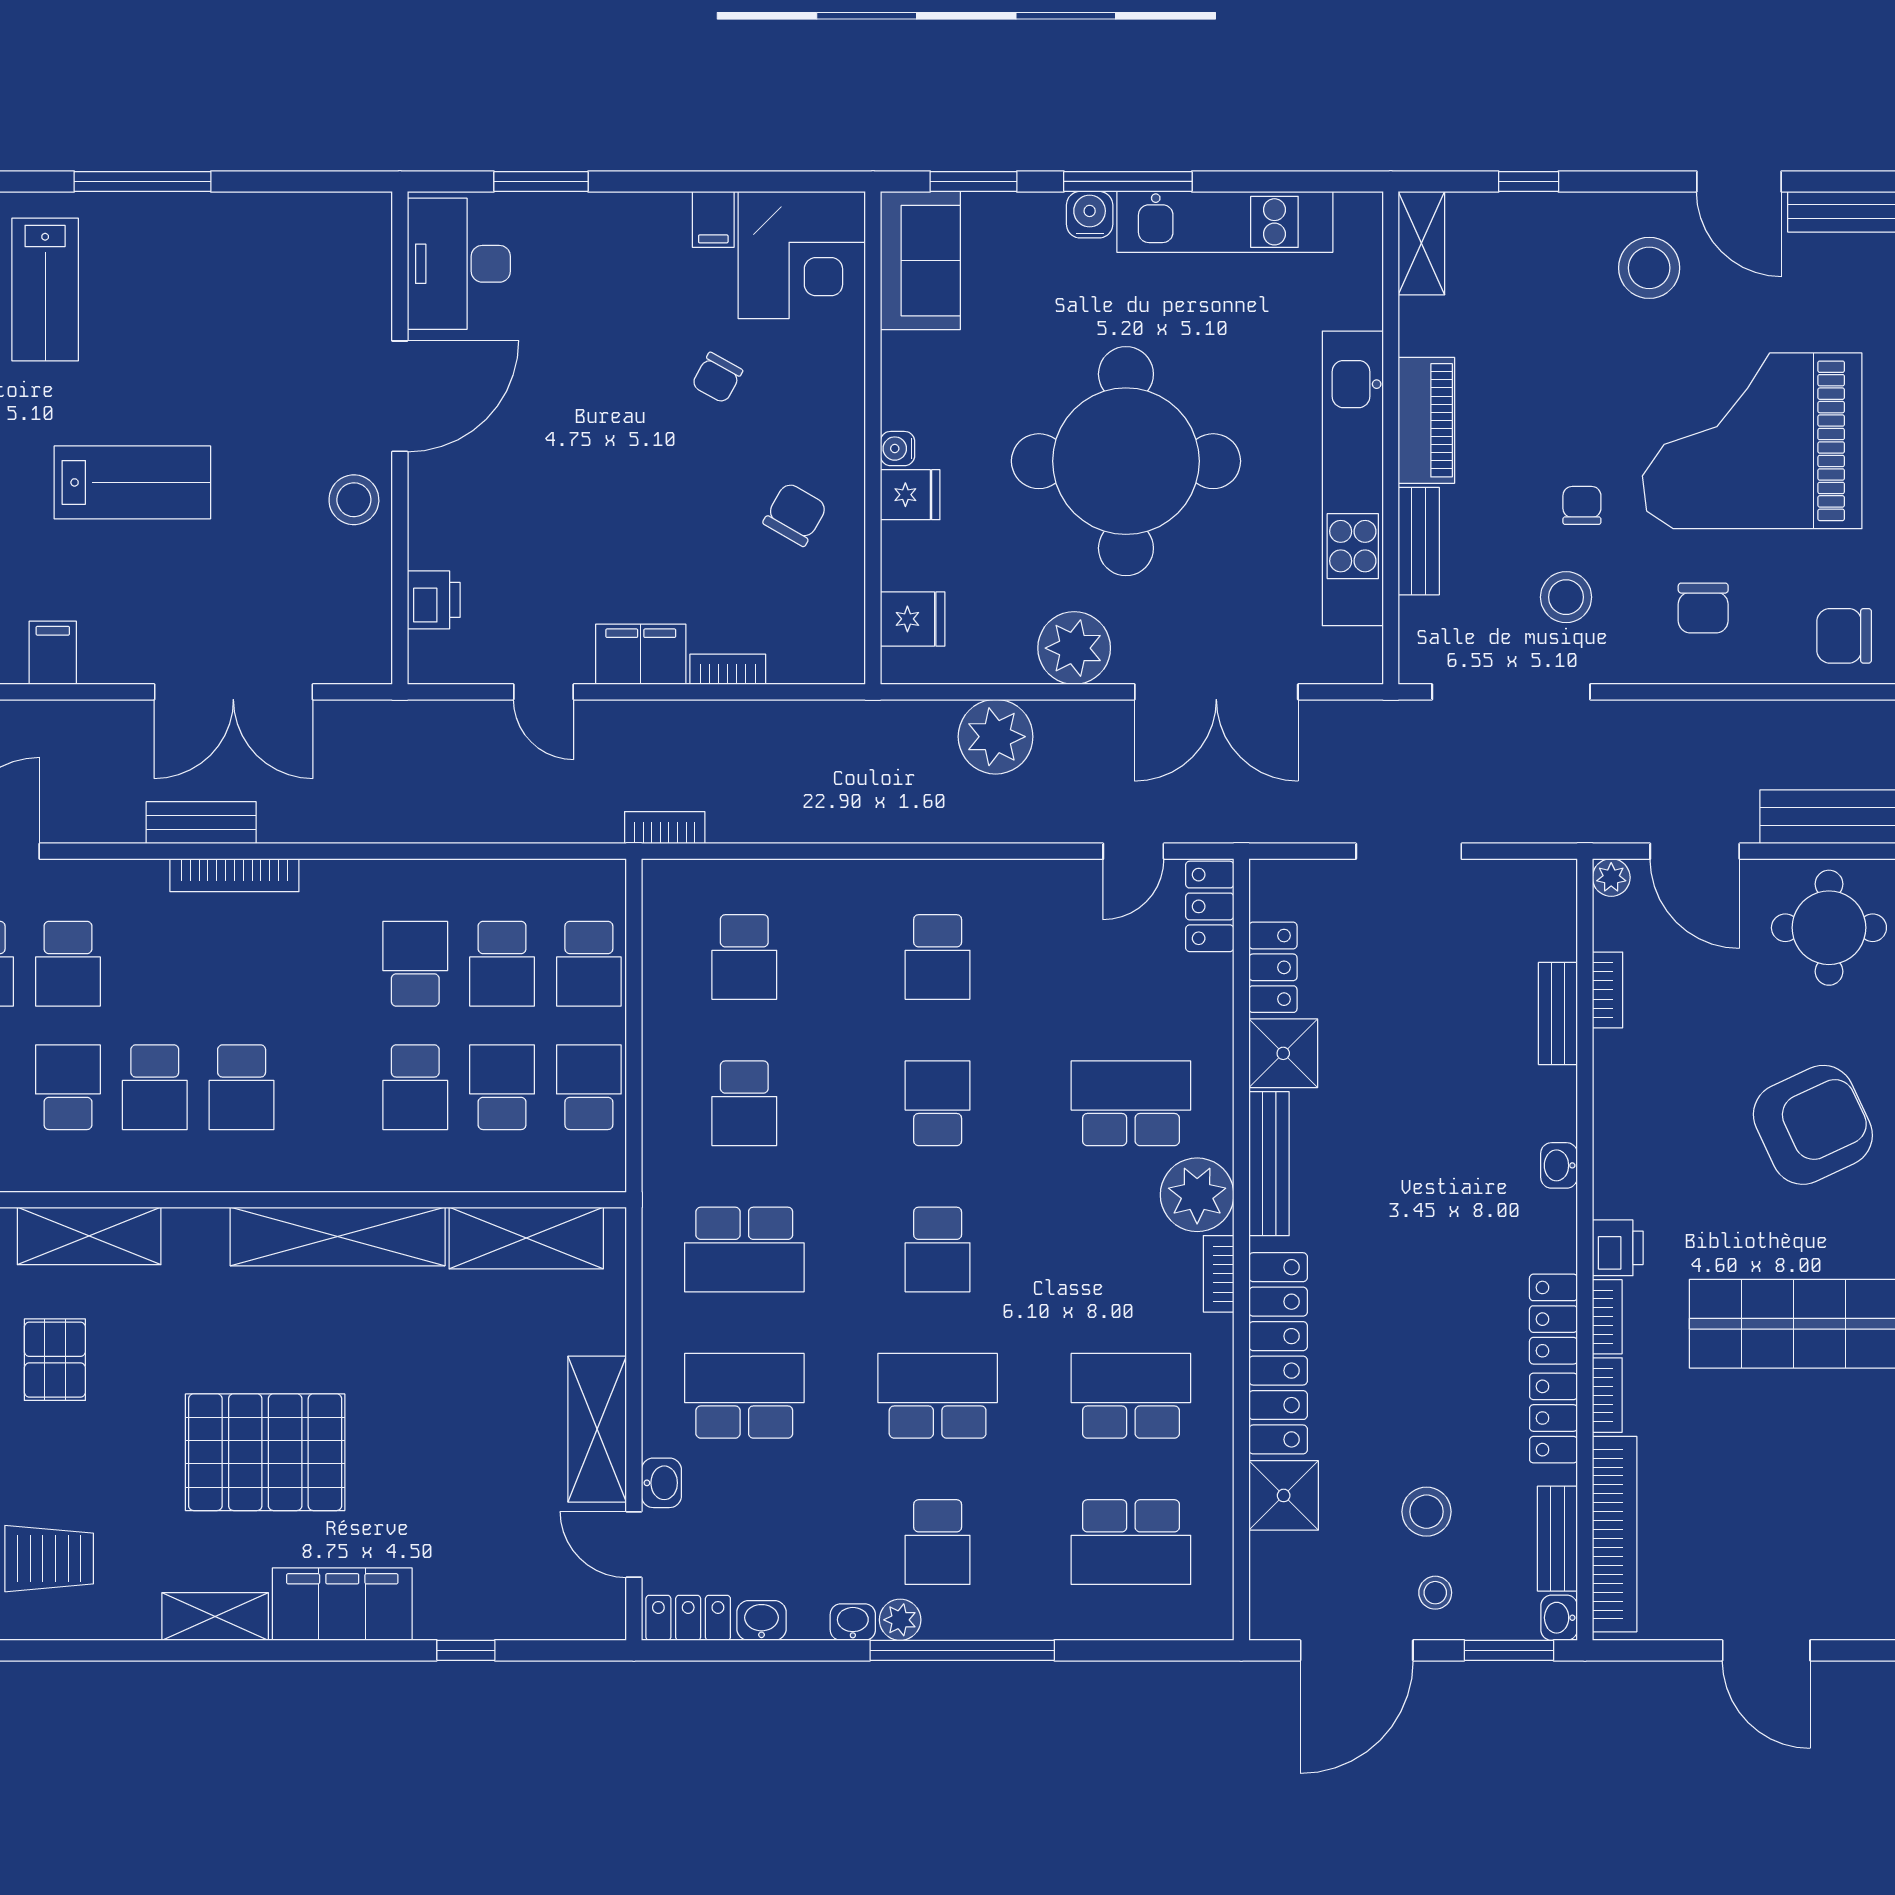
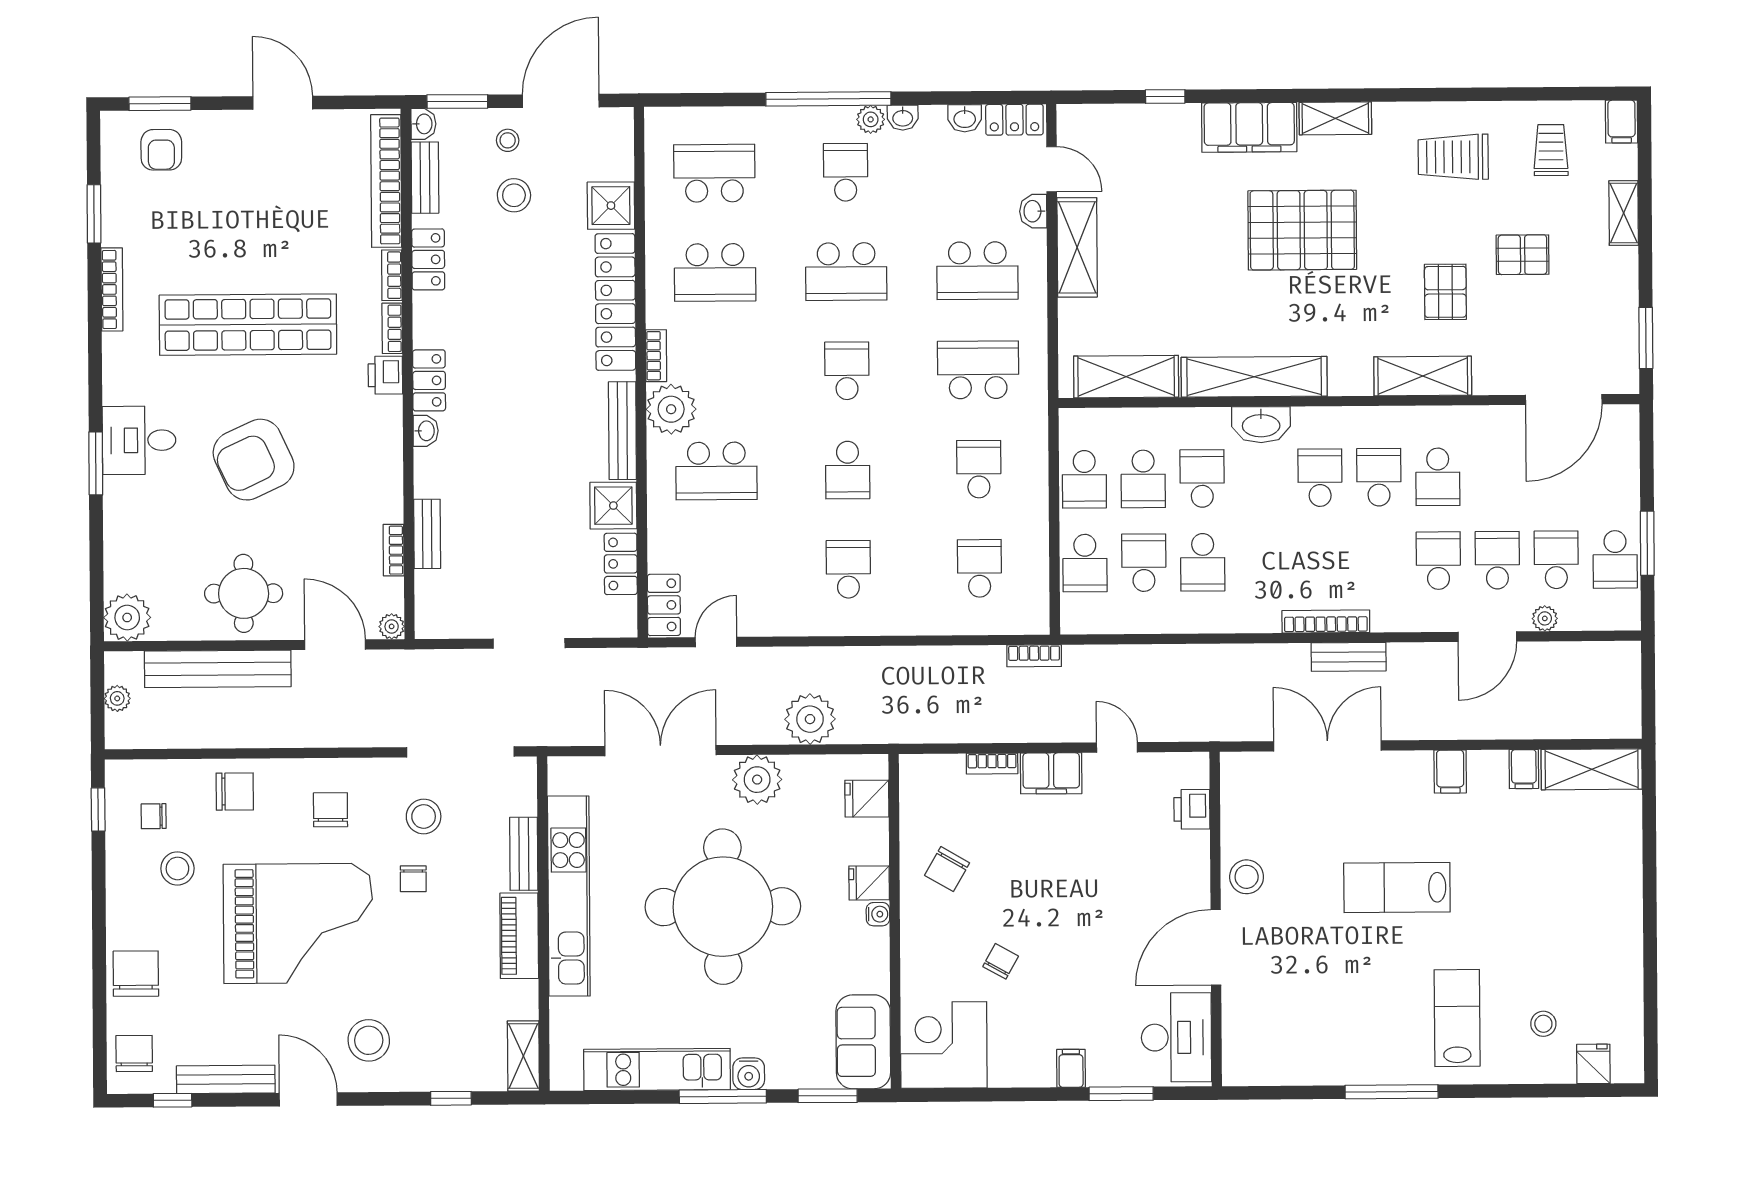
filing cabinet: (713, 219) -> (1071, 1068), moved
school desk: (589, 964) -> (1085, 563), turned 180
washbasin: (328, 1166) -> (1261, 425), added
locker: (1553, 1319) -> (429, 380), moved

